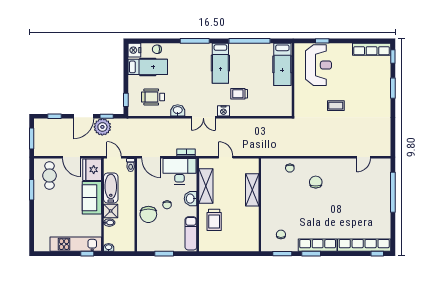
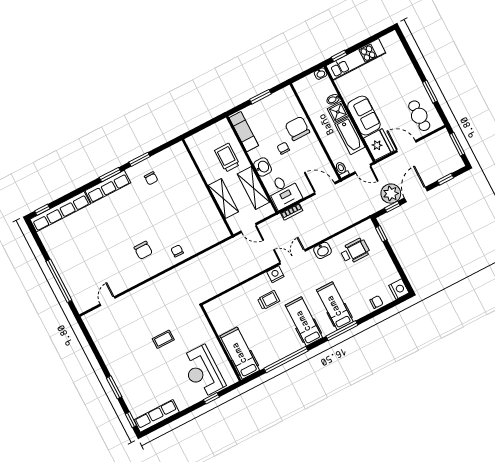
hospital bed: (148, 67) -> (335, 306), moved, turned 90
desk: (179, 171) -> (284, 191), width x0.73
shelving: (252, 190) -> (223, 199), moved
wall: (260, 205) -> (208, 187), moved

